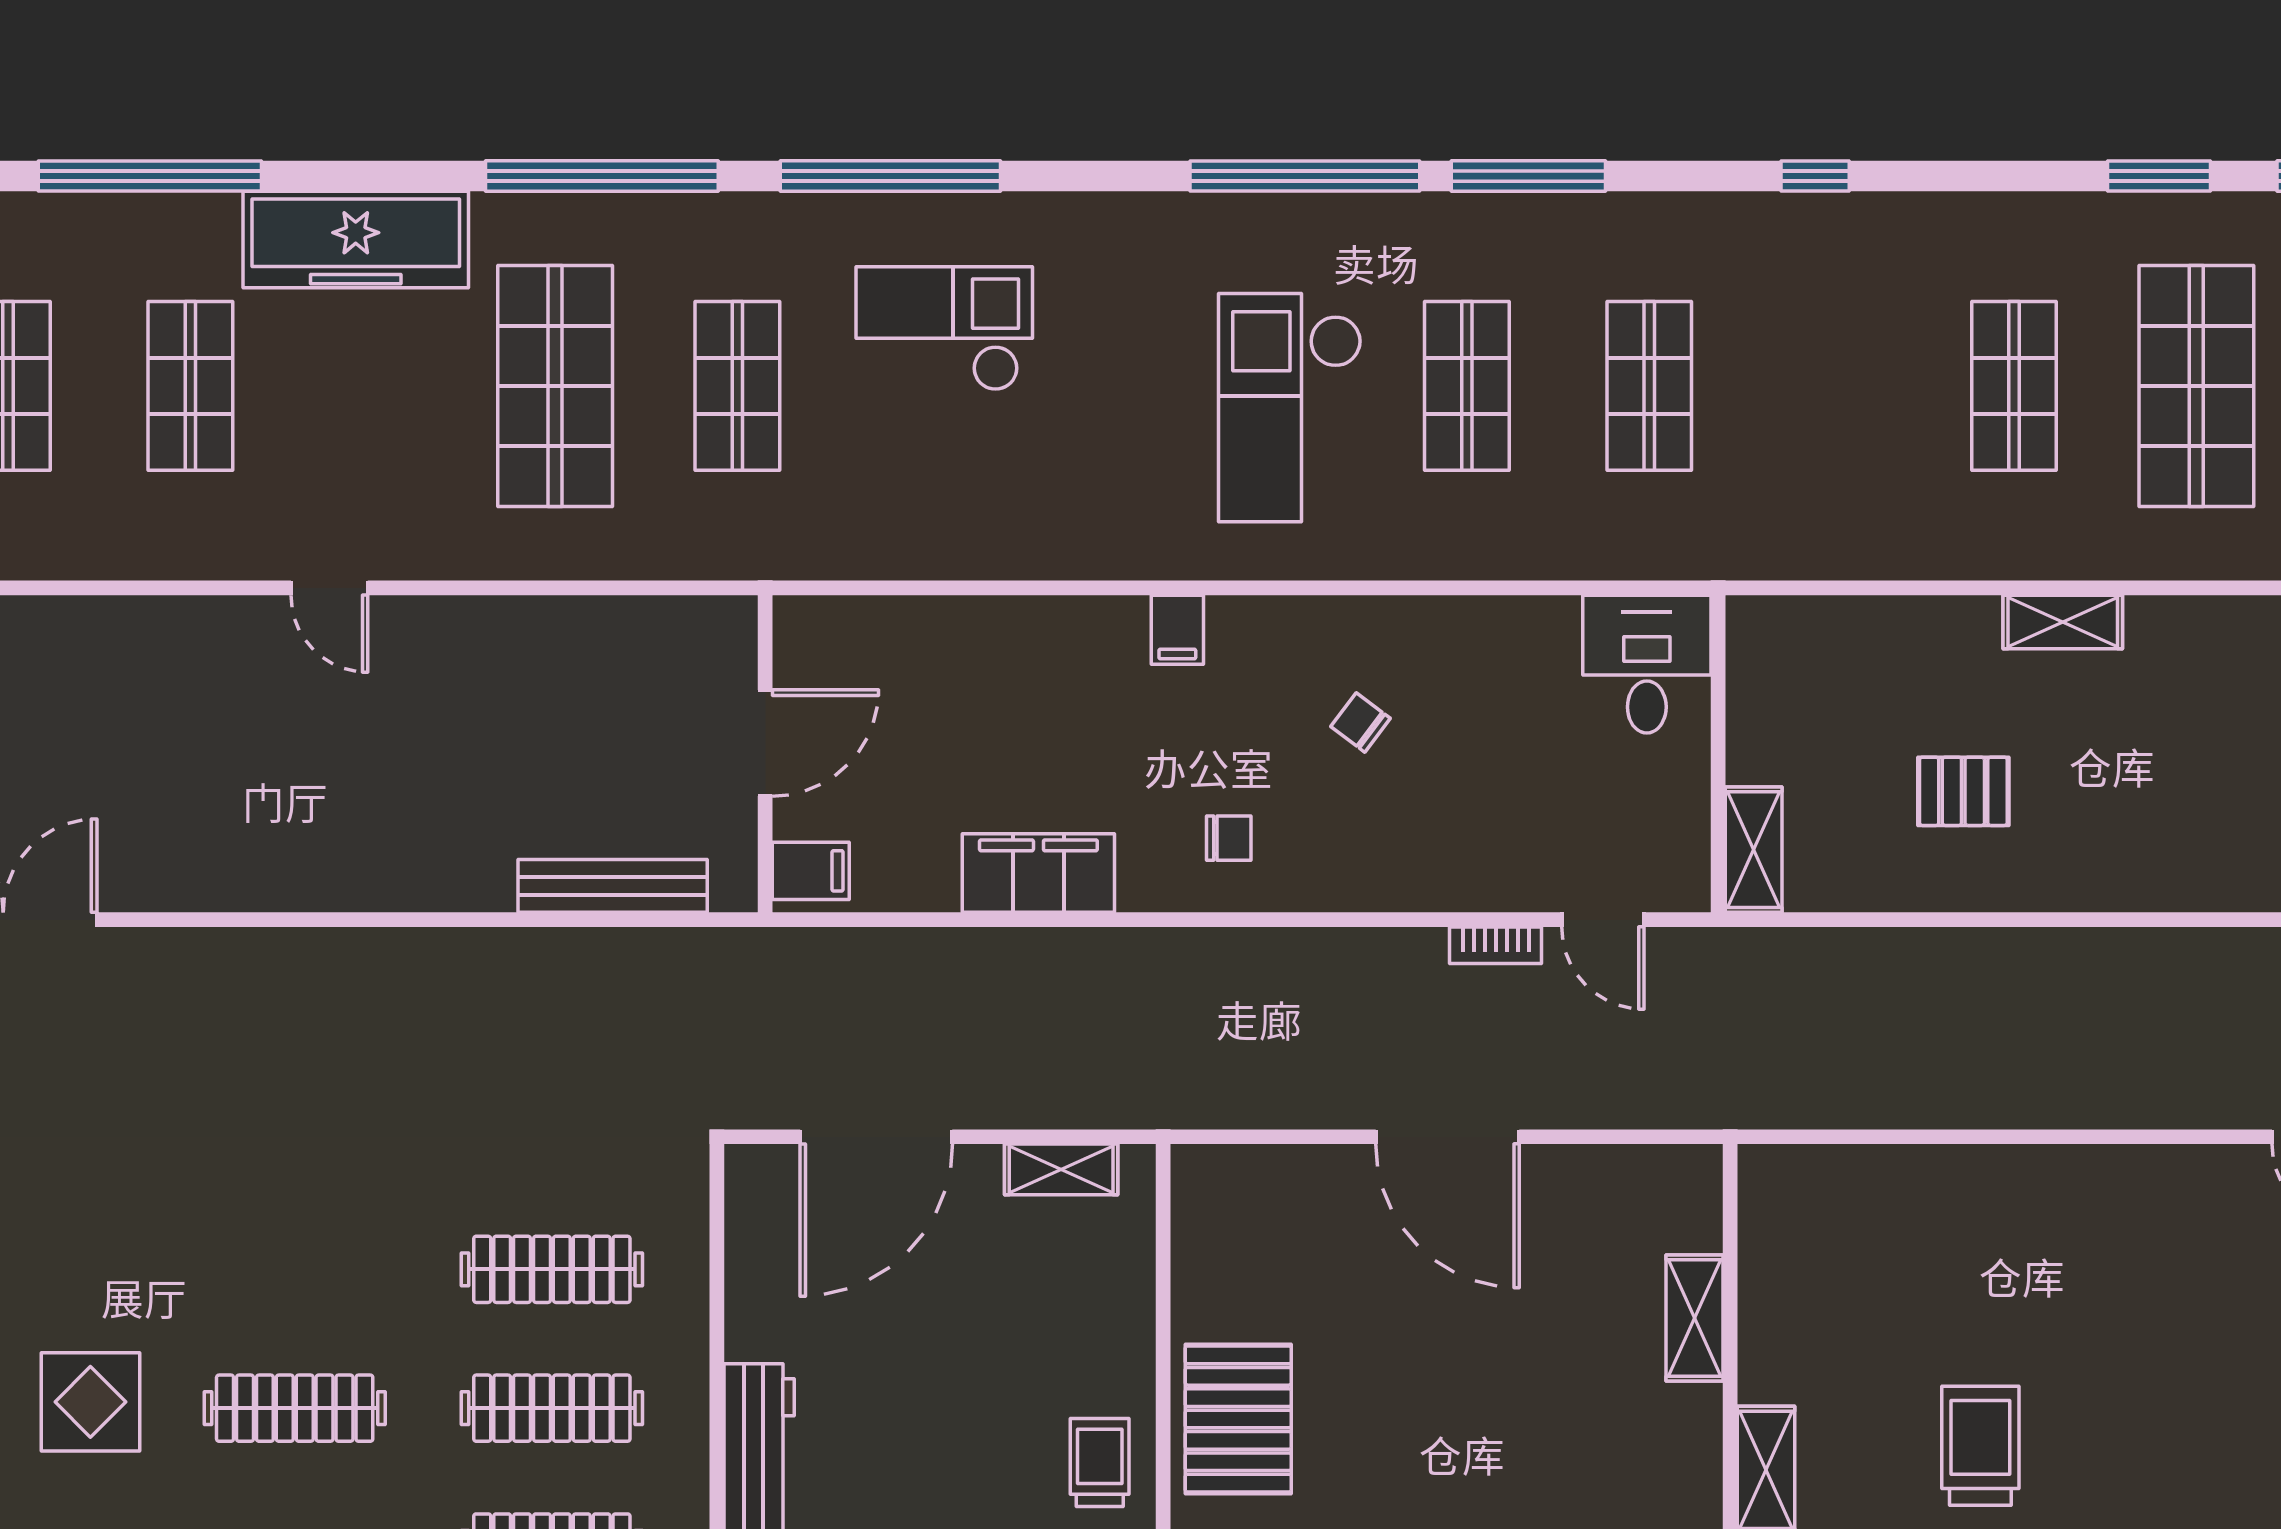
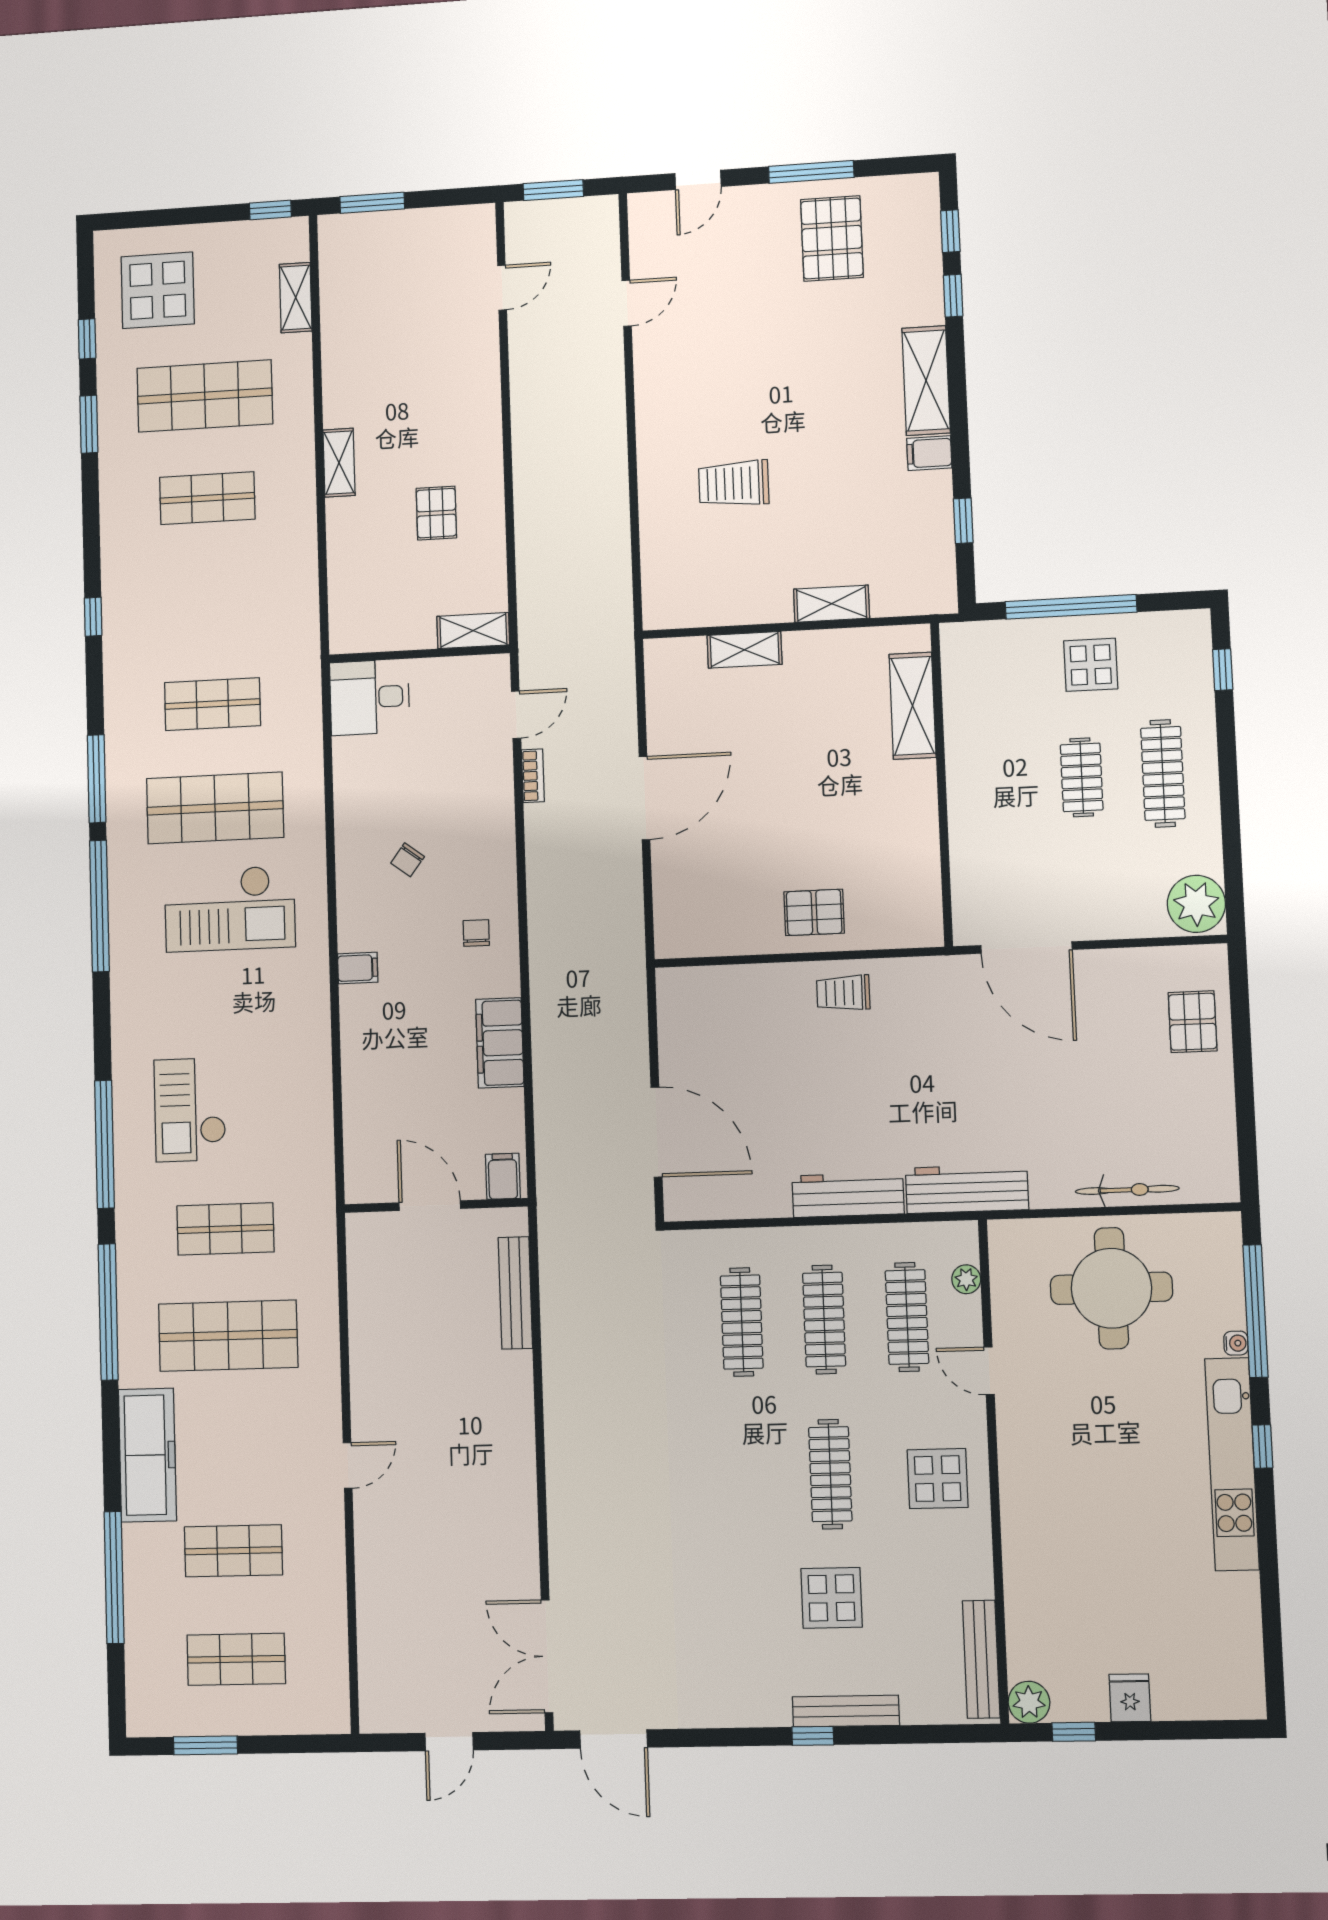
shop shelf: (1467, 386) -> (215, 808), width x1.43, depth x1.36
shelving: (1061, 1169) -> (672, 1023), removed
pallet: (1238, 1419) -> (814, 912), width x0.67, depth x0.71
trolley: (1980, 1446) -> (734, 484), moved

